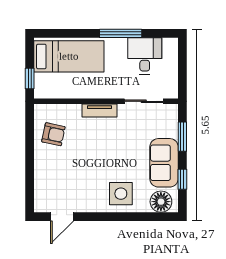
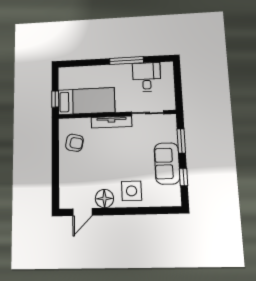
bed: (69, 56) -> (86, 101), moved
tv unit: (99, 110) -> (111, 122), width x1.41
floor lamp: (161, 202) -> (104, 199), moved

